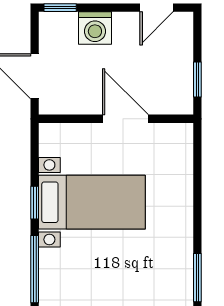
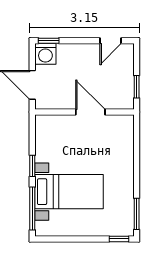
washing machine: (95, 28) -> (45, 54), moved
bed with nightstands: (92, 202) -> (69, 192), moved

